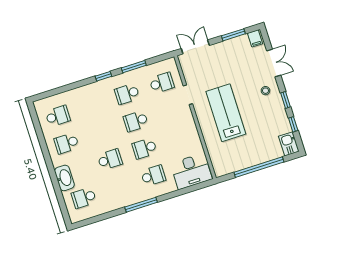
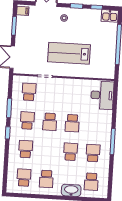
school desk: (127, 94) -> (27, 120), turned 180
school desk: (92, 105) -> (26, 149), added
school desk: (153, 176) -> (93, 153), moved

